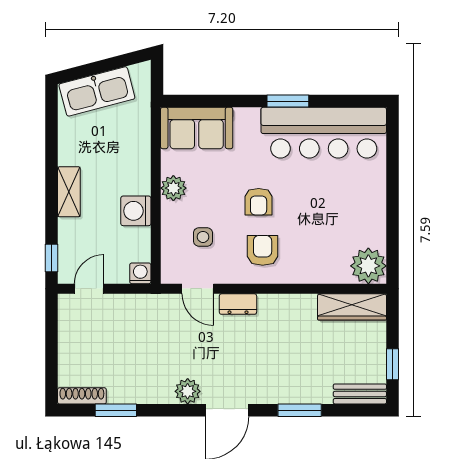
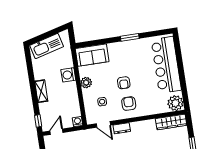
bar counter: (324, 133) -> (166, 65), moved, turned 90
washing machine: (136, 211) -> (68, 75), moved

